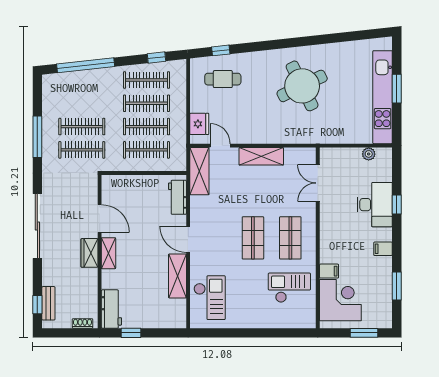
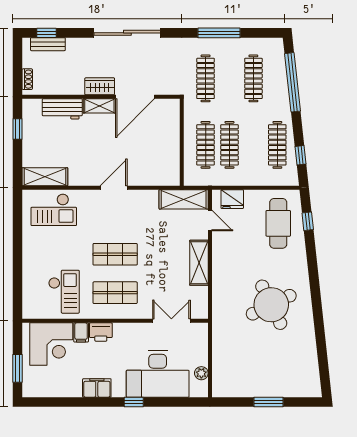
cafe table: (223, 79) -> (278, 223), width x1.37, depth x1.35
kitchen unit: (383, 97) -> (260, 387), removed
clothes rail: (146, 103) -> (253, 145), removed
clothes rail: (82, 127) -> (253, 78), moved
door: (220, 146) -> (210, 221), hinge flipped
workbench: (177, 197) -> (157, 177), removed
desk: (375, 205) -> (158, 374), width x1.36, depth x1.30
window: (397, 205) -> (134, 402), moved
door: (100, 219) -> (135, 97), width x1.36
filing cabinet: (383, 249) -> (97, 388), width x2.00
printer: (329, 252) -> (101, 332), added
shelving: (177, 276) -> (45, 177), moved
window: (397, 286) -> (66, 402), removed
workbench: (111, 309) -> (62, 109), moved

